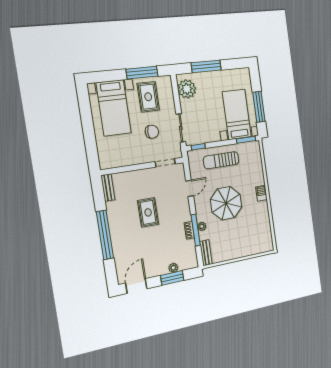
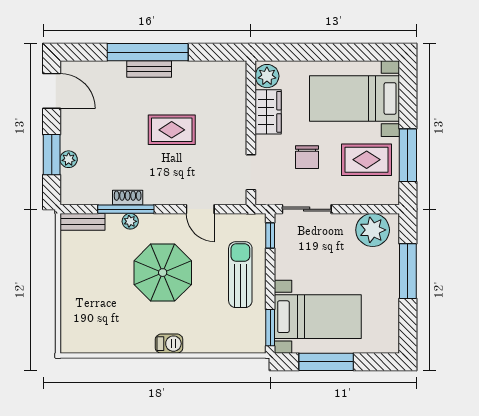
wardrobe: (129, 158) -> (268, 112), added
plant: (108, 162) -> (267, 76), added
bench: (108, 188) -> (149, 69), moved

